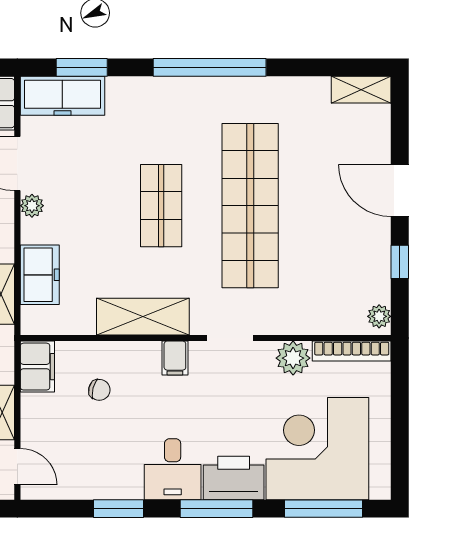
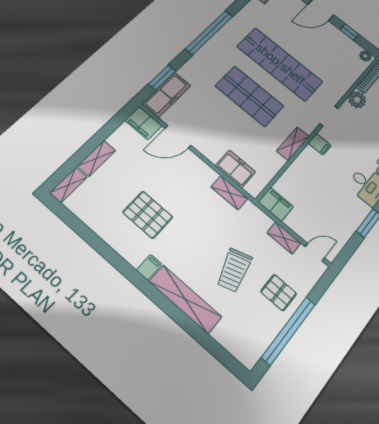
plant: (32, 206) -> (202, 146), removed
shop shelf: (161, 206) -> (249, 96), width x1.43, depth x1.36
shelving: (143, 317) -> (293, 144), width x0.67, depth x0.75
chair: (99, 390) -> (308, 187), removed

